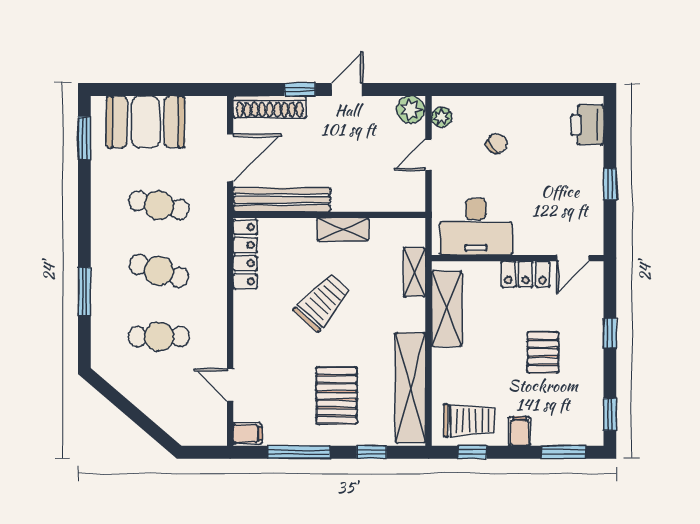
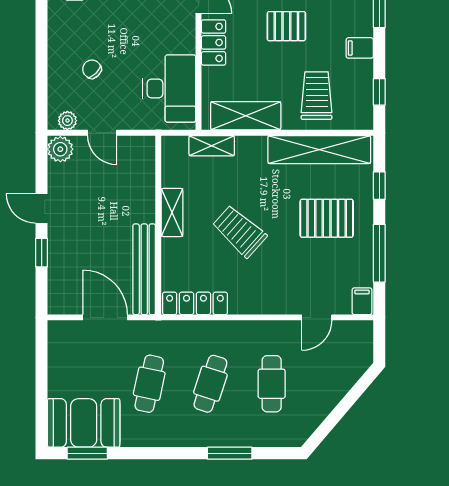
shoe rack: (270, 107) -> (58, 281), removed
booth: (146, 122) -> (84, 423), moved, turned 90
trolley: (469, 420) -> (317, 96), moved

